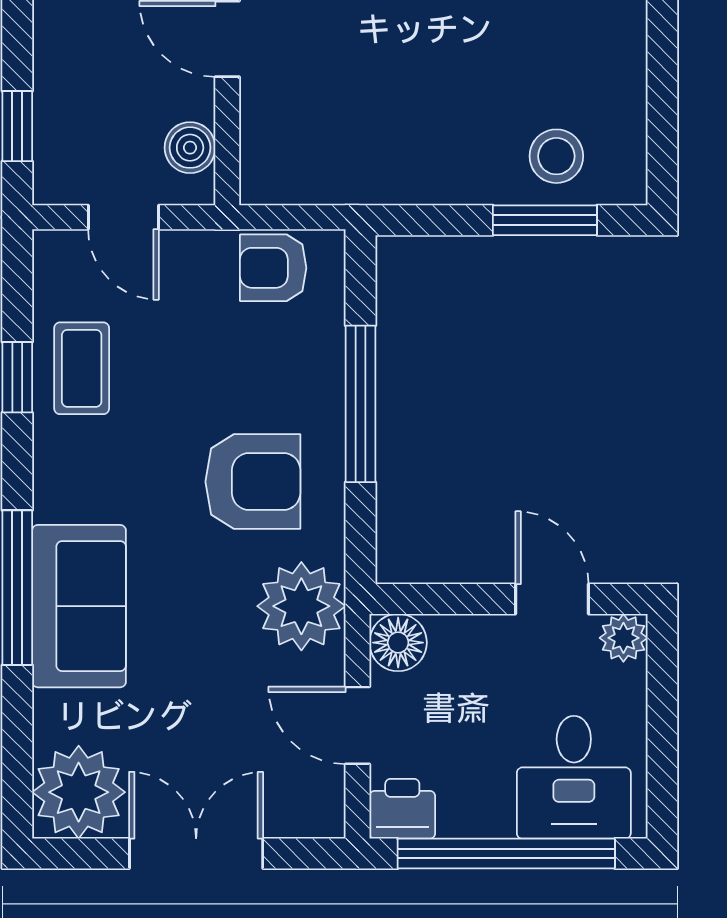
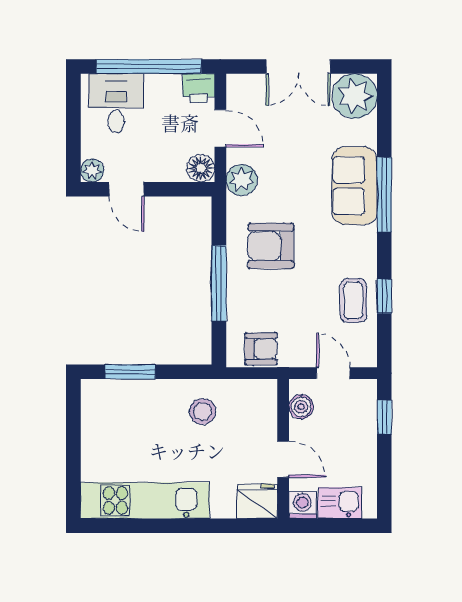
stool: (556, 156) -> (203, 412), moved
plant: (301, 606) -> (242, 180), width x0.73, depth x0.73

